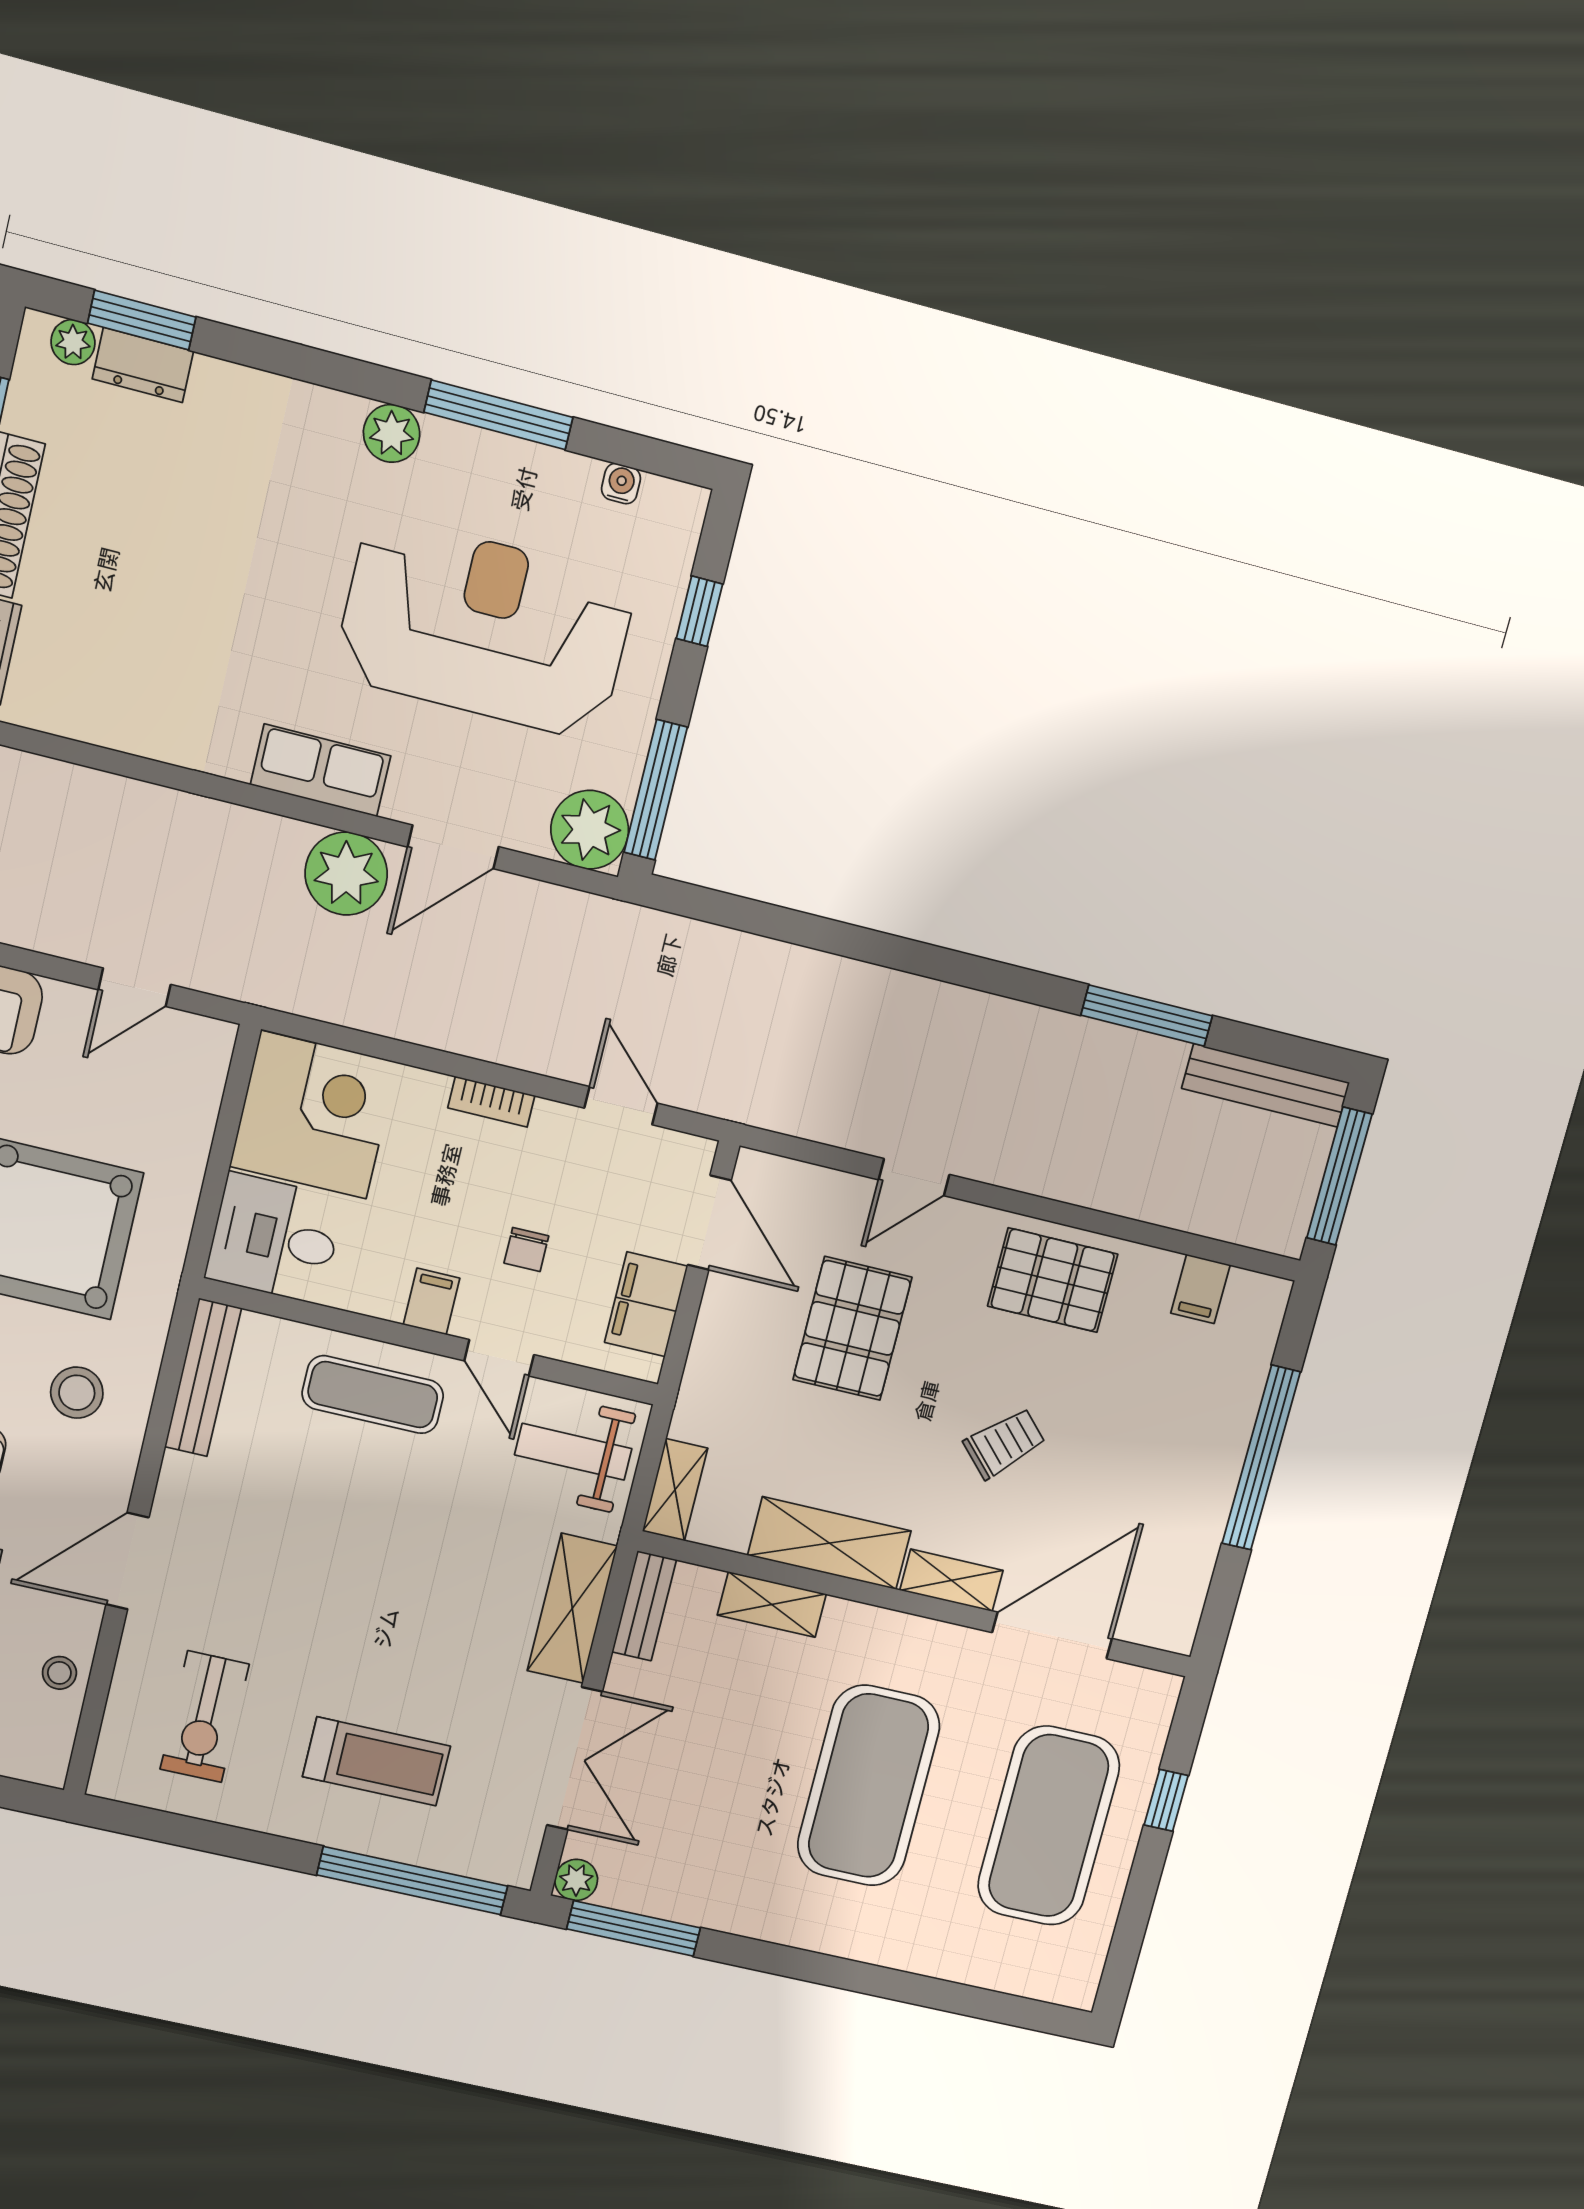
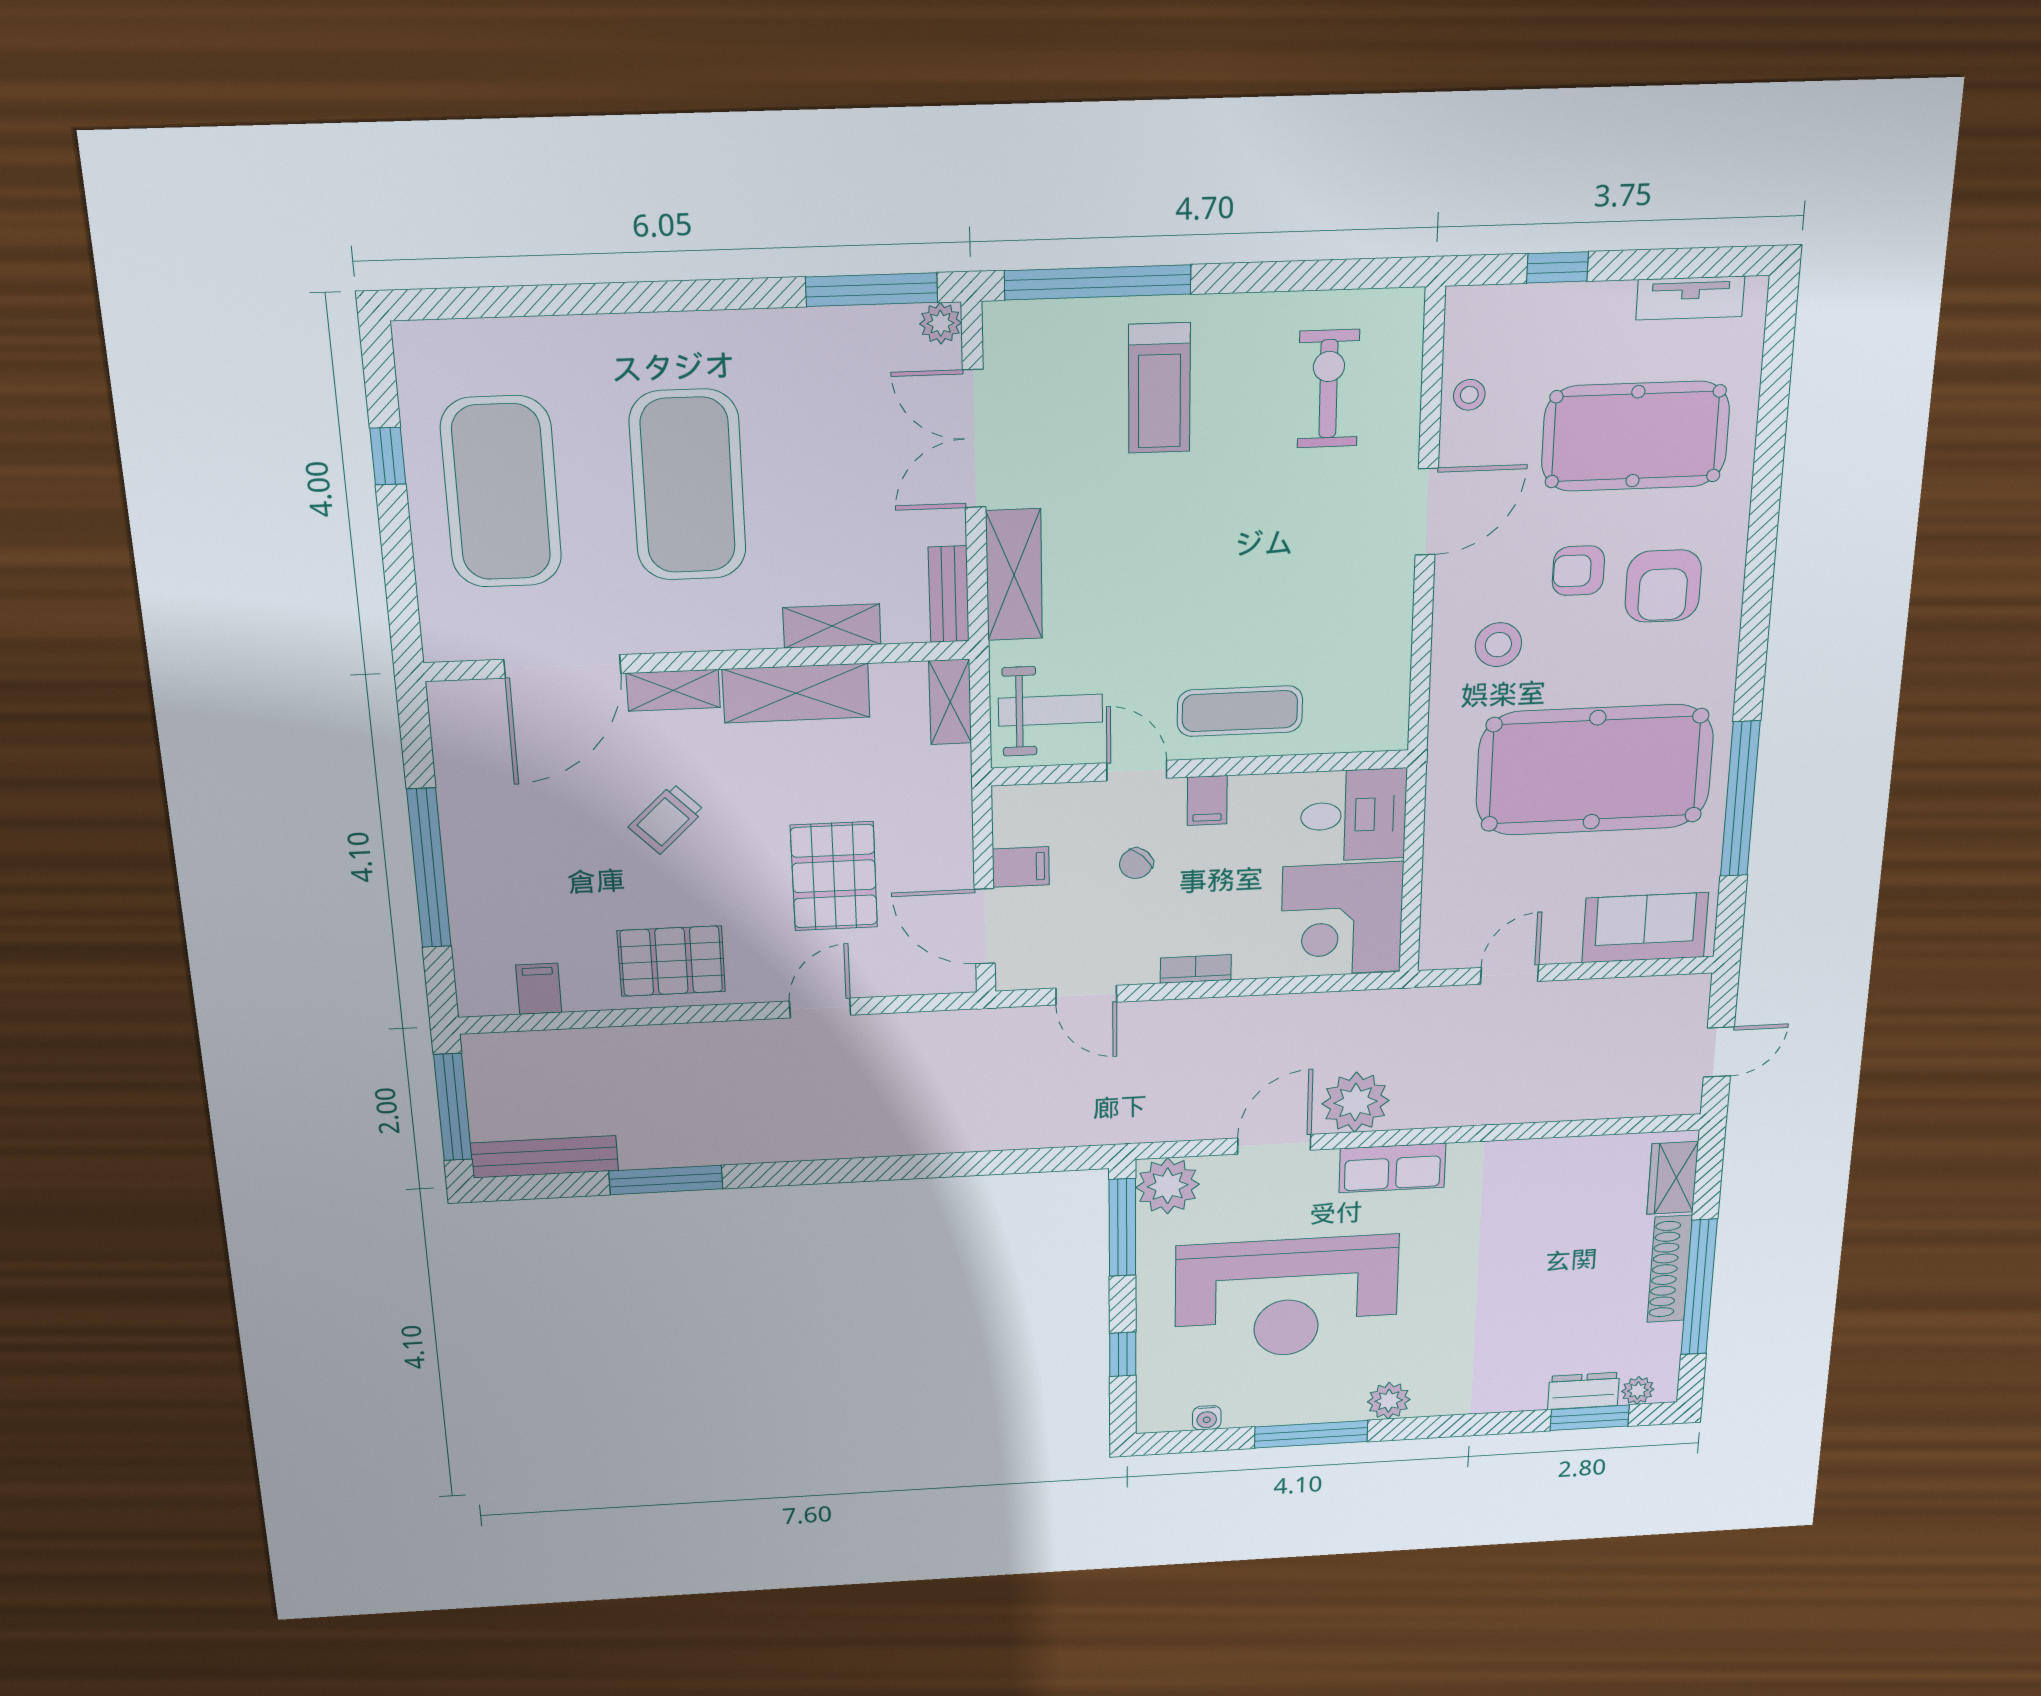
chair: (526, 1249) -> (1136, 863), turned -137
filing cabinet: (646, 1304) -> (1021, 867), width x0.50
bench: (203, 1378) -> (1391, 686), removed
treadmill: (376, 1761) -> (1159, 388), turned -90
window: (1166, 1800) -> (388, 456), moved

